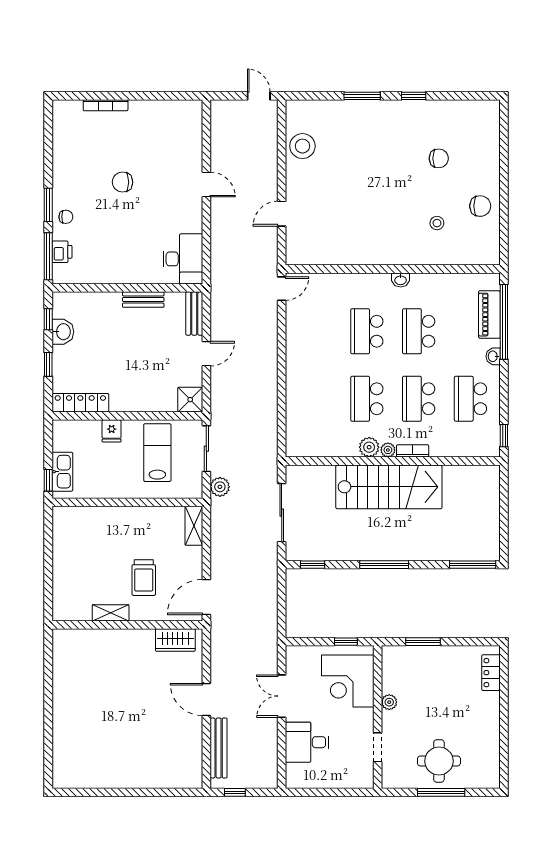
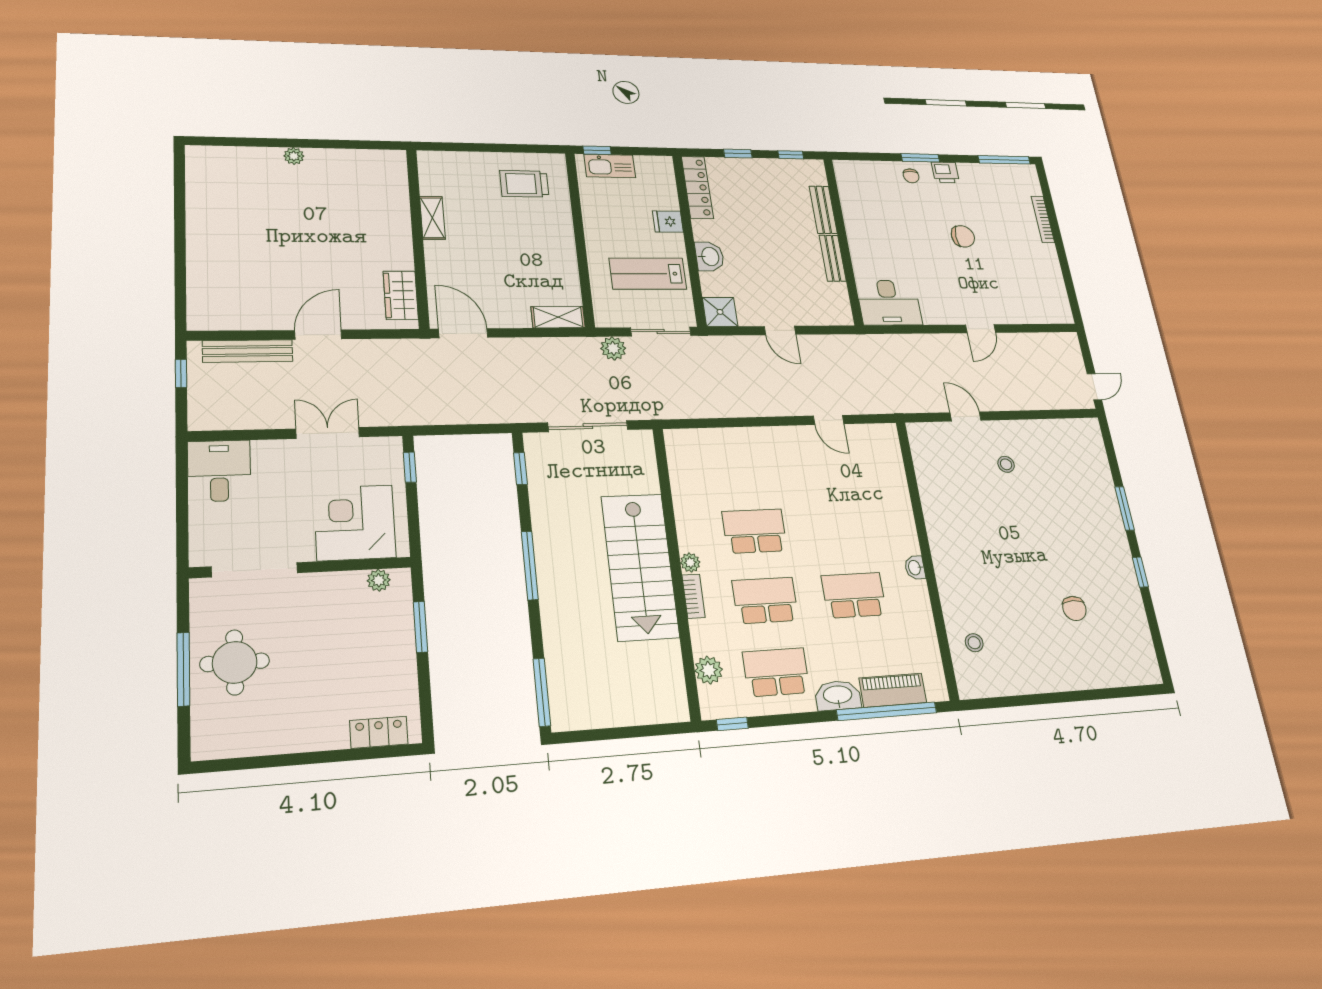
stool: (302, 146) -> (1006, 464), moved, width x0.53, depth x0.53
chair: (122, 182) -> (963, 236), turned 90
chair: (480, 206) -> (1028, 667), removed
stool: (437, 223) -> (974, 643), moved
printer: (62, 252) -> (945, 172), moved
window: (48, 256) -> (1004, 160), moved
door: (282, 289) -> (829, 420), moved
bench: (194, 313) -> (823, 210), moved, turned 90
school desk: (367, 331) -> (842, 527), removed
washbasin: (63, 332) -> (710, 256), moved, turned -90
washbasin: (493, 356) -> (838, 695), width x1.91, depth x1.45
plant: (369, 447) -> (709, 670), moved
lab bench: (157, 453) -> (648, 274), turned 180
trolley: (144, 578) -> (524, 184), moved
window: (346, 642) -> (410, 467), moved
plant: (389, 702) -> (379, 580), moved
plant: (59, 711) -> (294, 156), added
desk: (307, 742) -> (219, 471), moved
doorway: (378, 747) -> (254, 570), width x1.88

